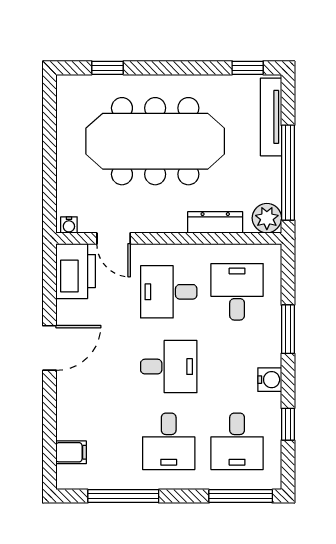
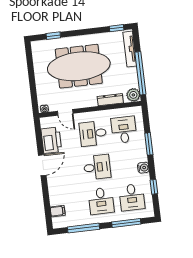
printer: (76, 271) -> (51, 140), moved
window: (241, 496) -> (126, 223), moved

